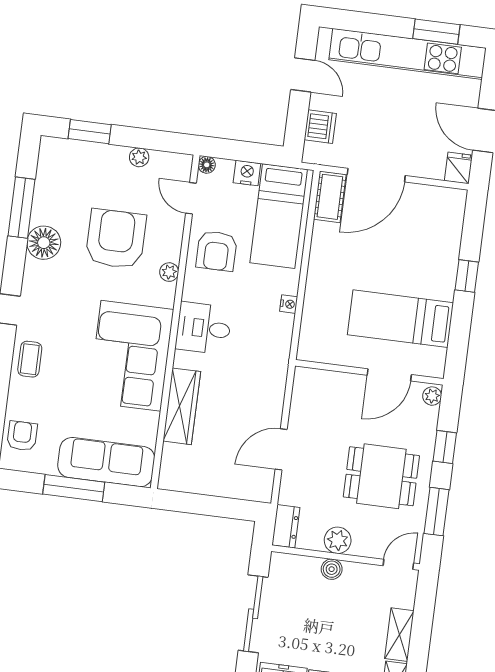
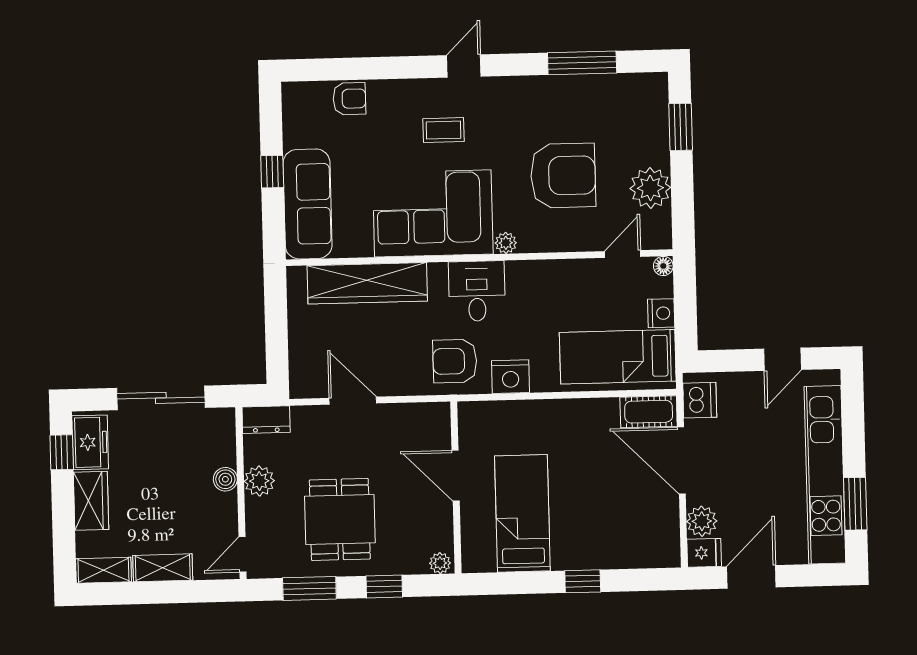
dishwasher: (320, 127) -> (700, 400), moved, turned -90
plant: (139, 157) -> (650, 188), width x1.88, depth x1.88
plant: (431, 166) -> (702, 521), added
floor lamp: (44, 243) -> (546, 94), removed
armchair: (217, 251) -> (455, 361), moved
plant: (169, 272) -> (506, 243), moved
nightstand: (289, 304) -> (510, 377), width x1.89, depth x1.79
coffee table: (30, 359) -> (444, 130), moved
door: (389, 375) -> (456, 476), moved
wardrobe: (182, 406) -> (367, 283), width x1.40, depth x1.17
armchair: (22, 436) -> (349, 99), moved
window: (74, 488) -> (272, 172), width x0.46
door: (398, 564) -> (243, 554), swing flipped

